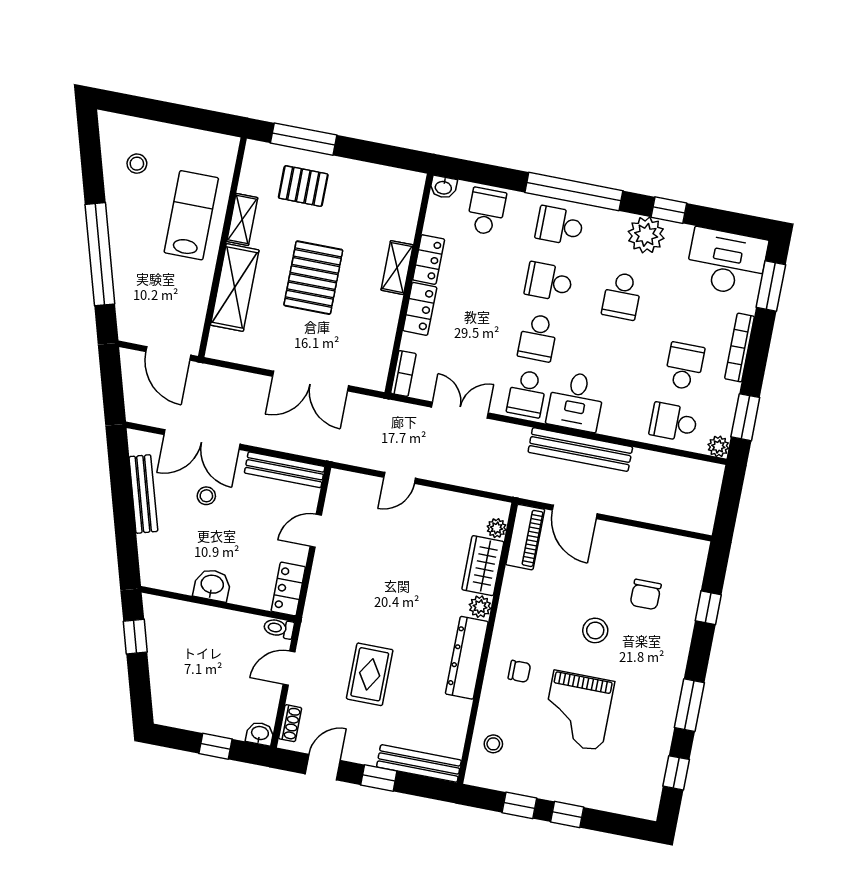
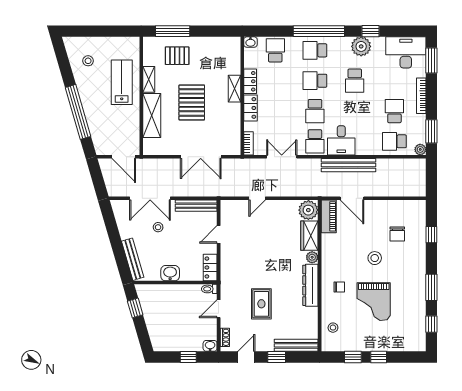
bench: (143, 494) -> (133, 259), moved
plant: (497, 528) -> (308, 210), width x1.87, depth x1.87

